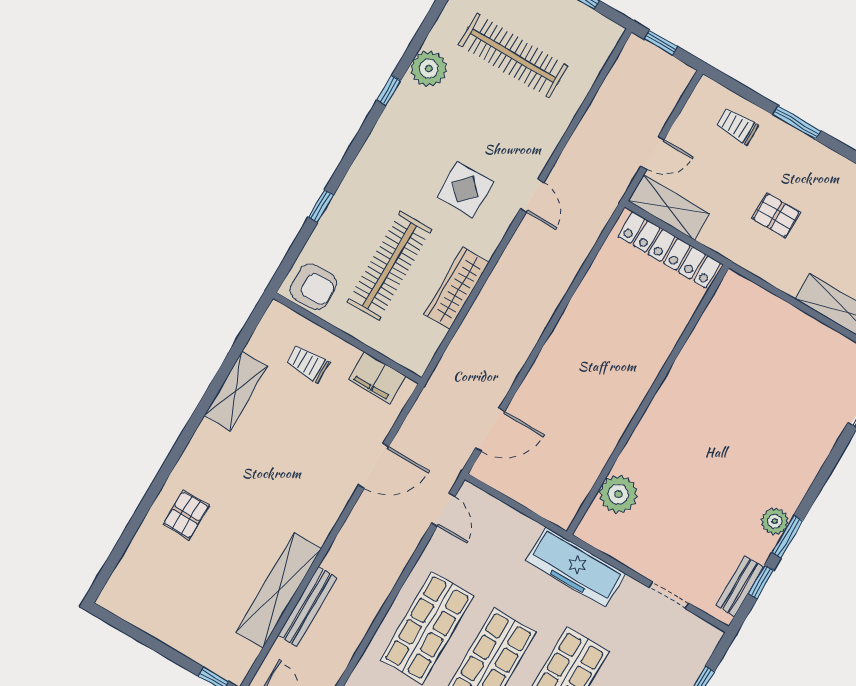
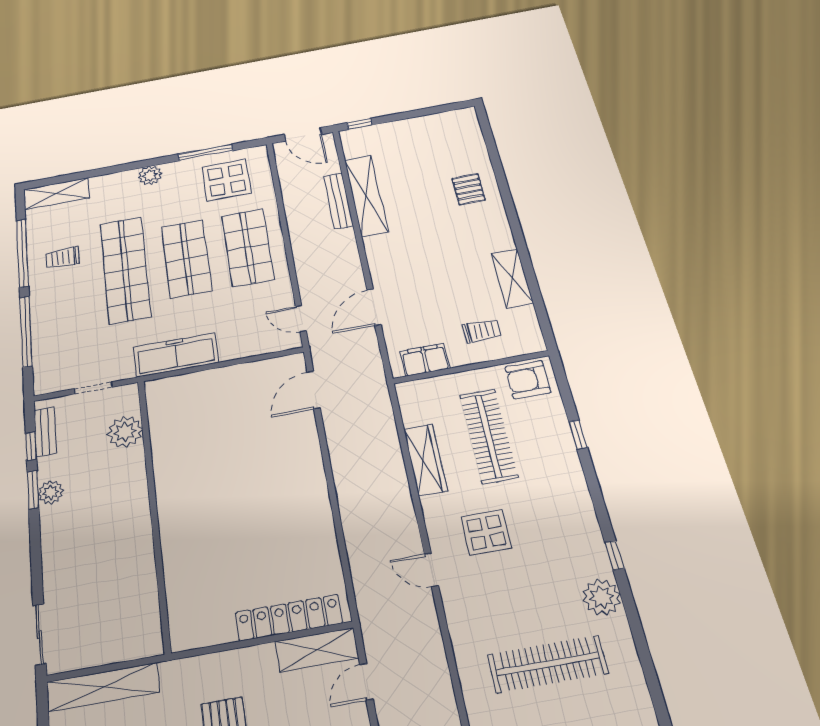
wall: (648, 400) -> (154, 510), moved
plant: (618, 494) -> (125, 432), moved

